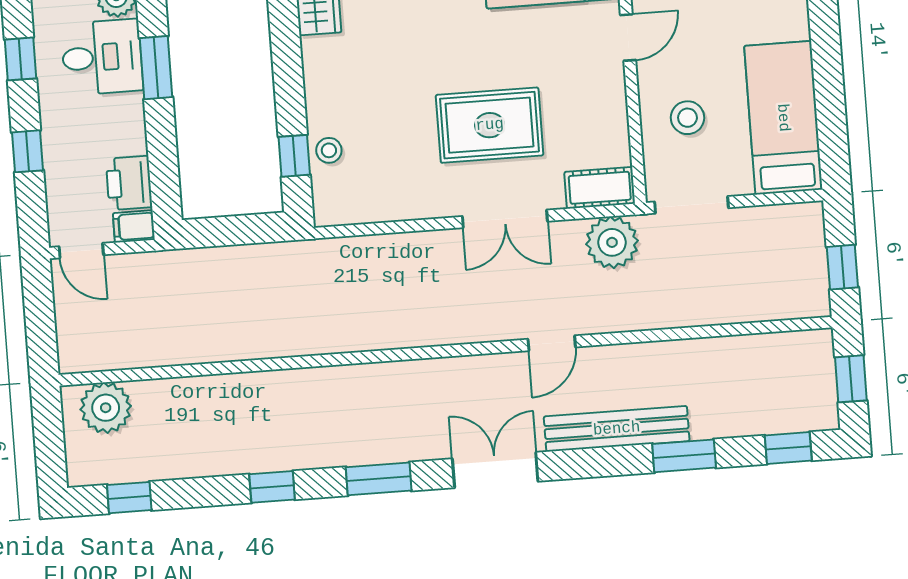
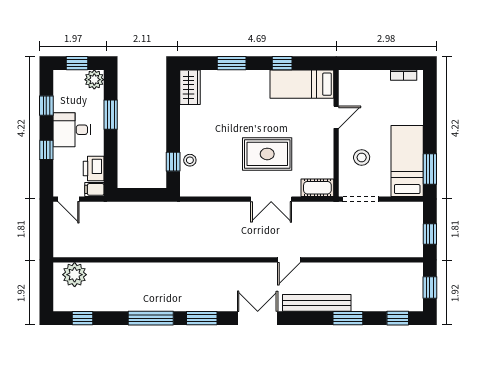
desk: (102, 57) -> (72, 130), moved, turned 180
window: (832, 131) -> (430, 169), added
plant: (612, 242) -> (321, 214), removed
window: (272, 487) -> (151, 318), width x2.17

